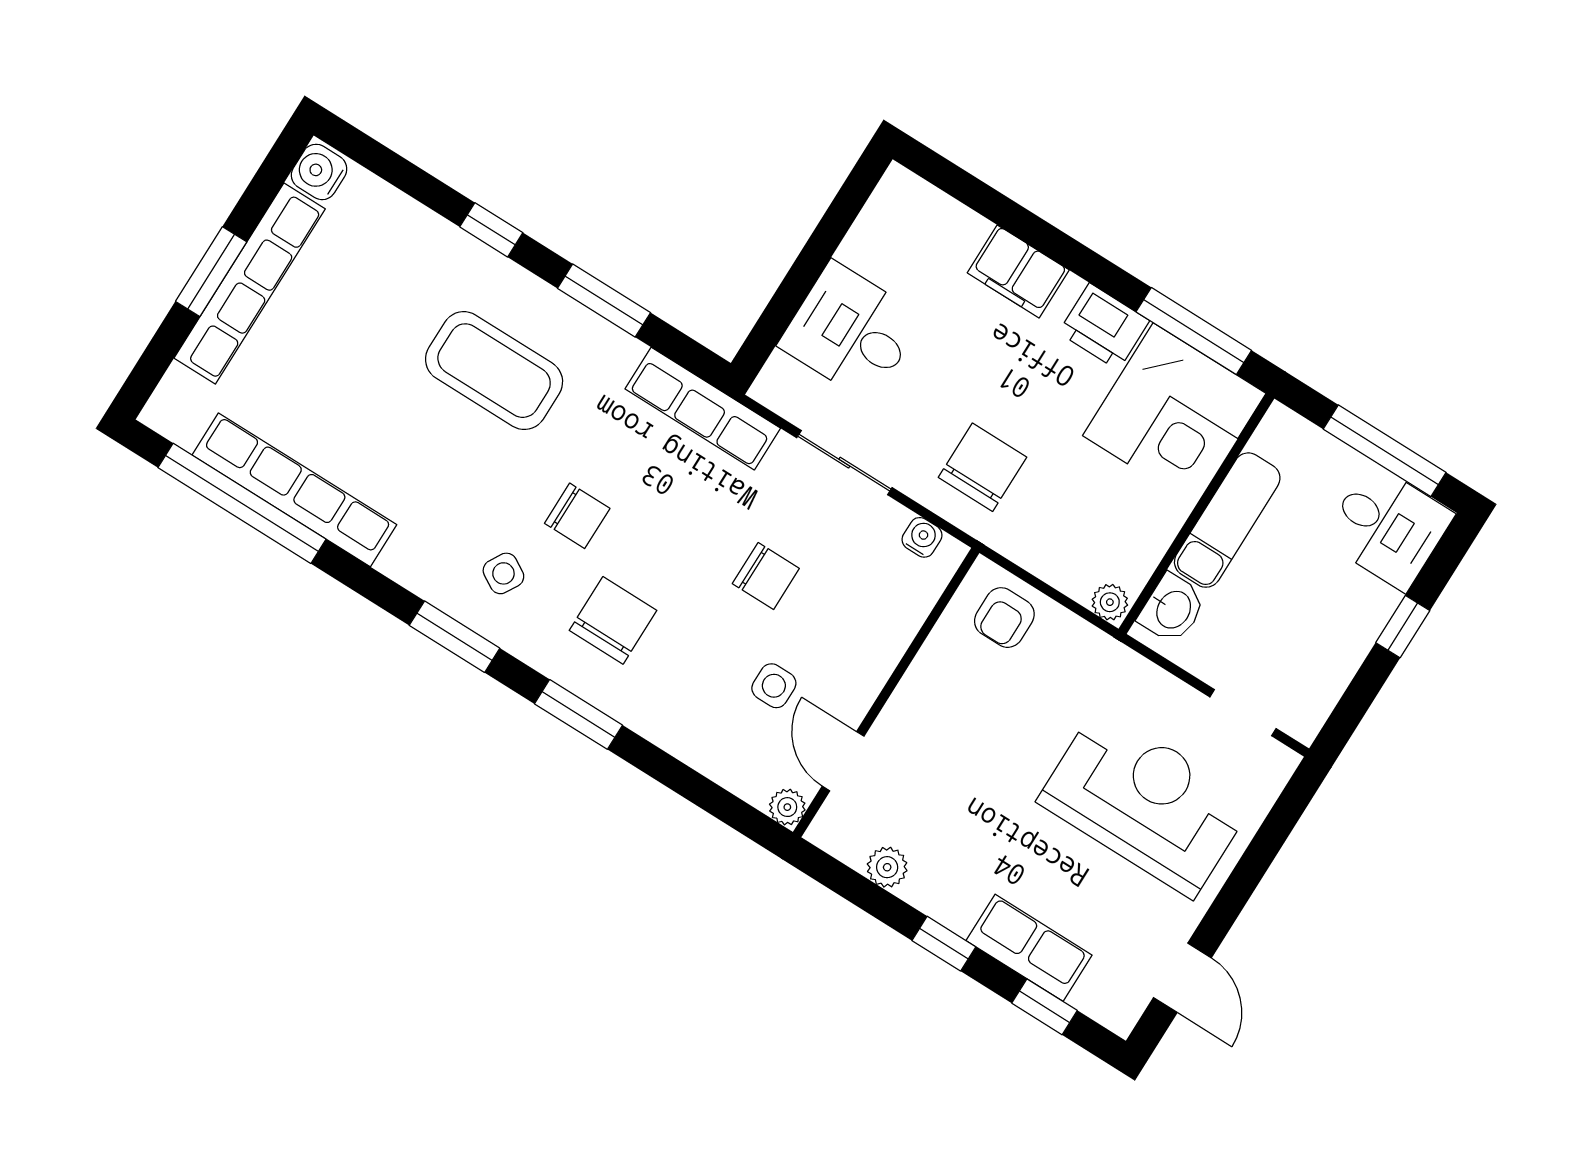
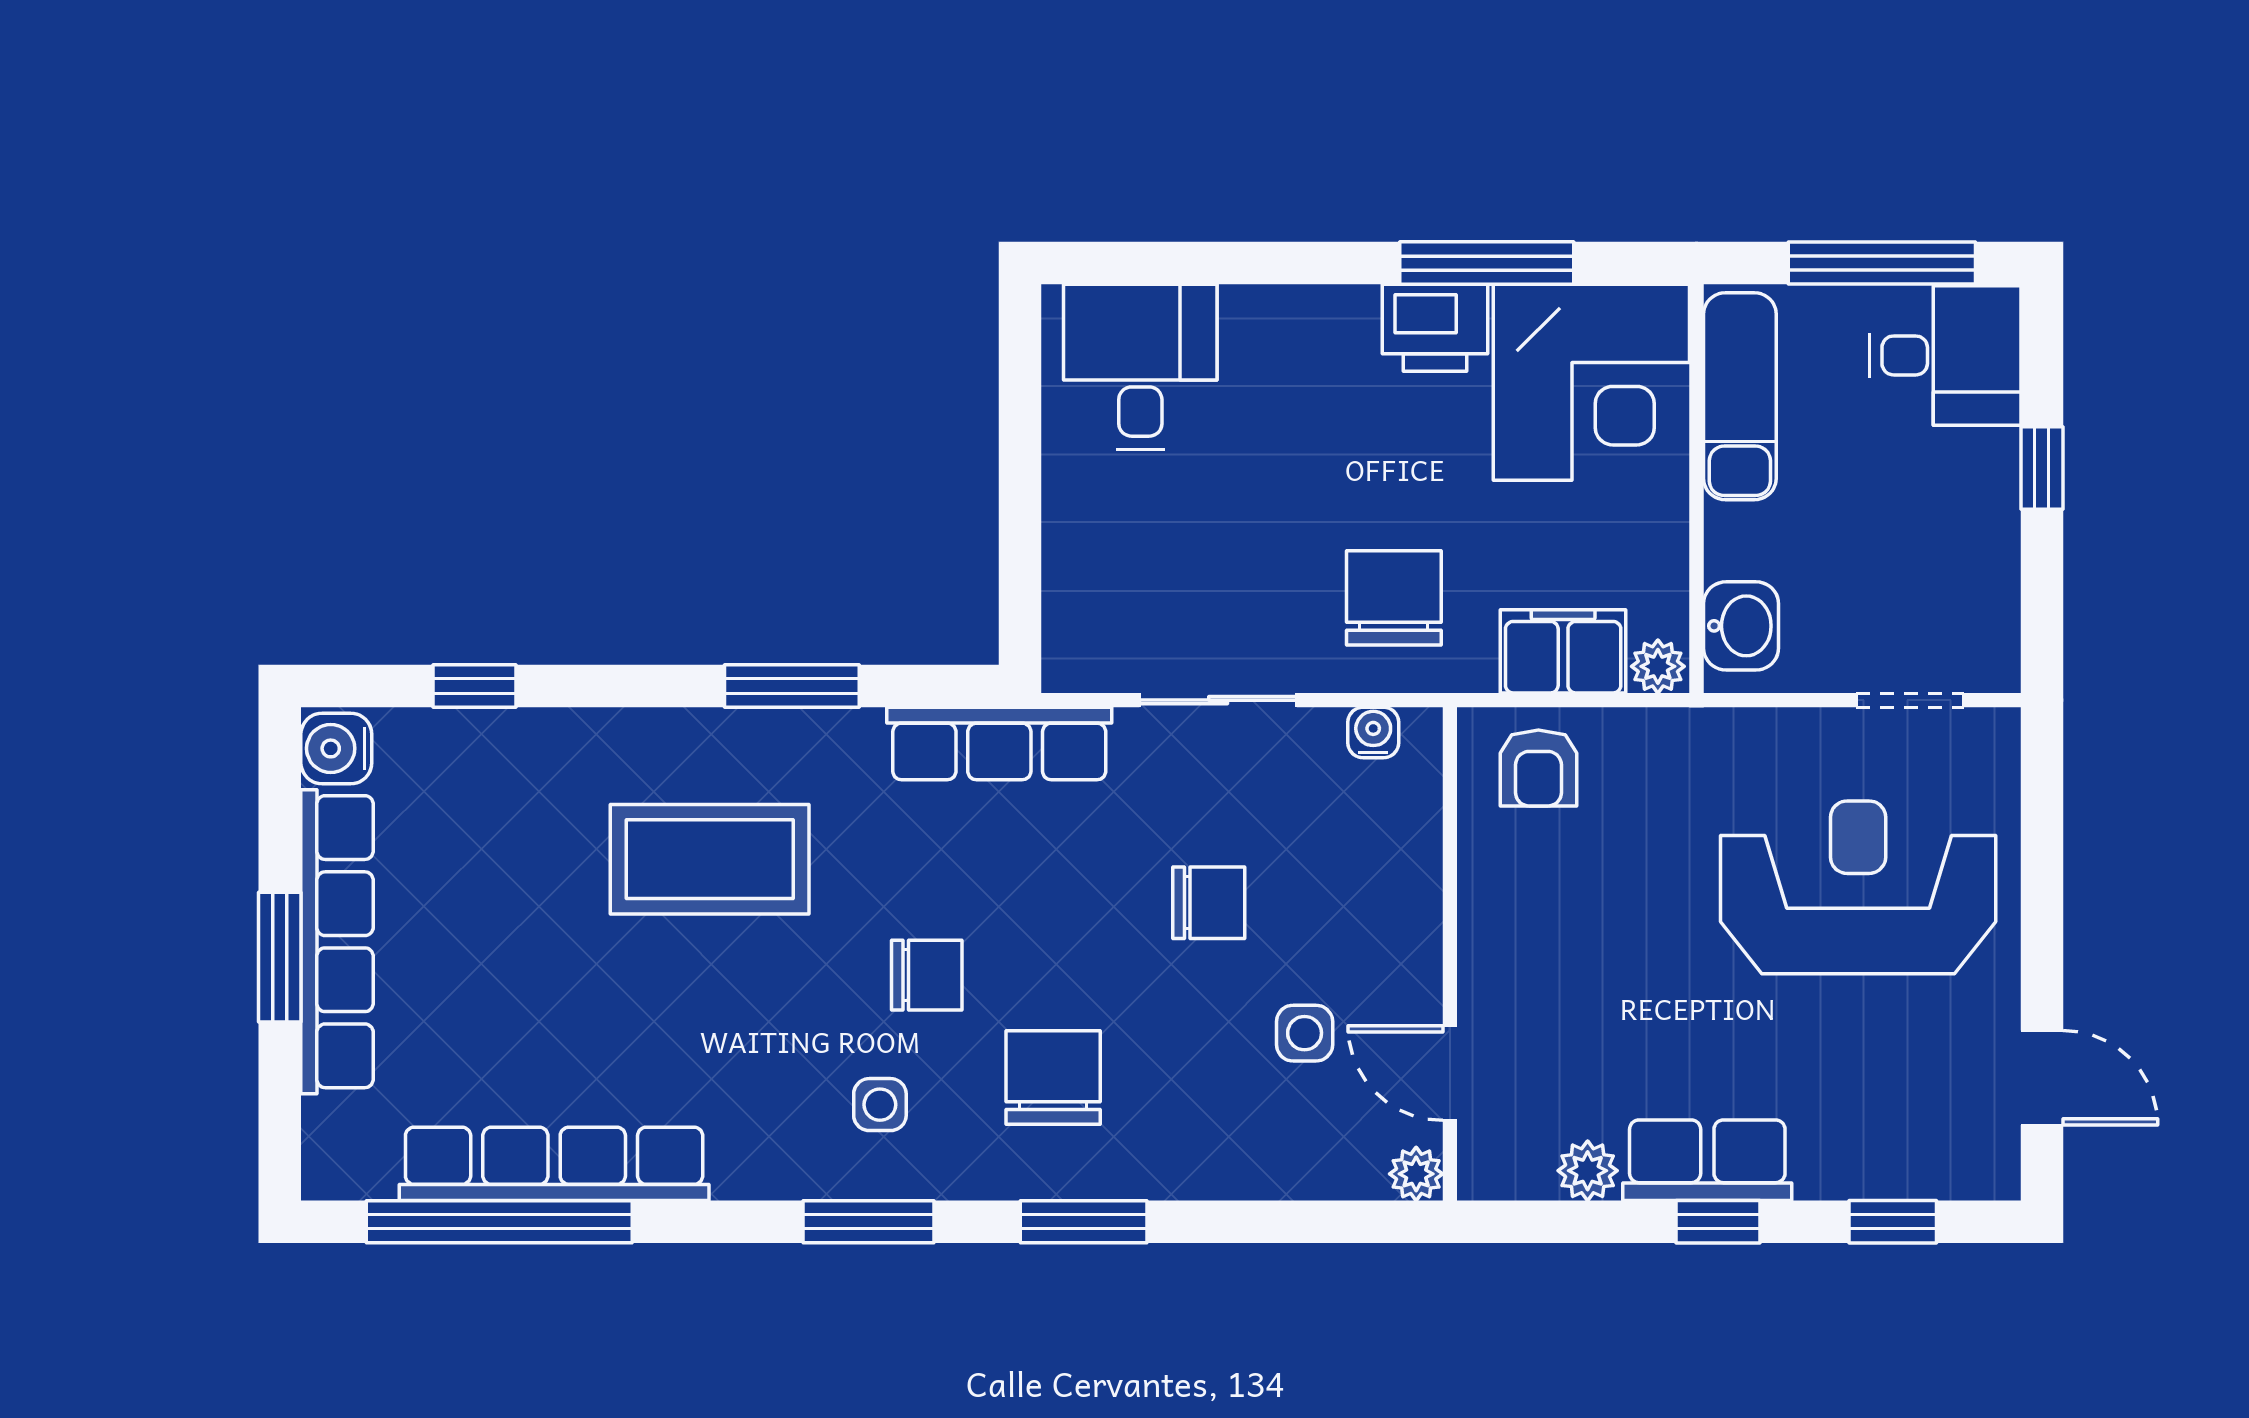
window: (491, 230) -> (474, 686), moved
filing cabinet: (1018, 271) -> (1563, 651), moved, turned 180
window: (1194, 331) -> (1487, 263), moved
desk: (851, 332) -> (1140, 367), moved, turned 90
exam couch: (1227, 520) -> (1740, 396), moved
side table: (503, 573) -> (880, 1105), turned -30
row of seats: (1029, 948) -> (1707, 1160), moved

